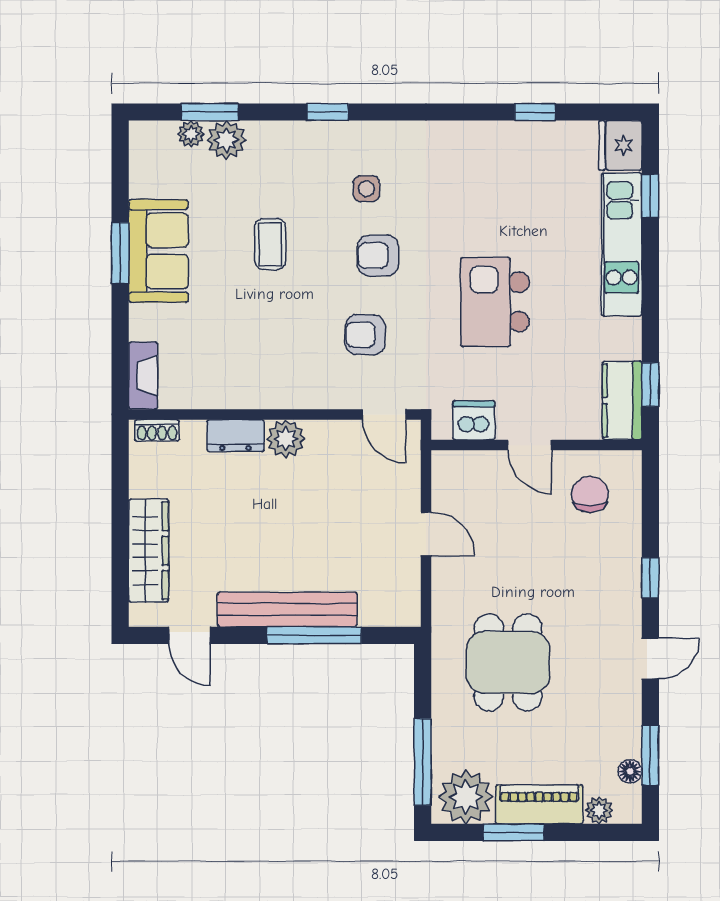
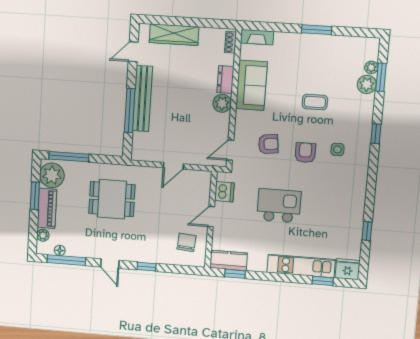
sofa: (158, 251) -> (252, 85), moved, turned -90
armchair: (365, 335) -> (268, 144), turned 83
chair: (590, 494) -> (186, 242), turned -85
window: (650, 755) -> (66, 260), width x1.44

